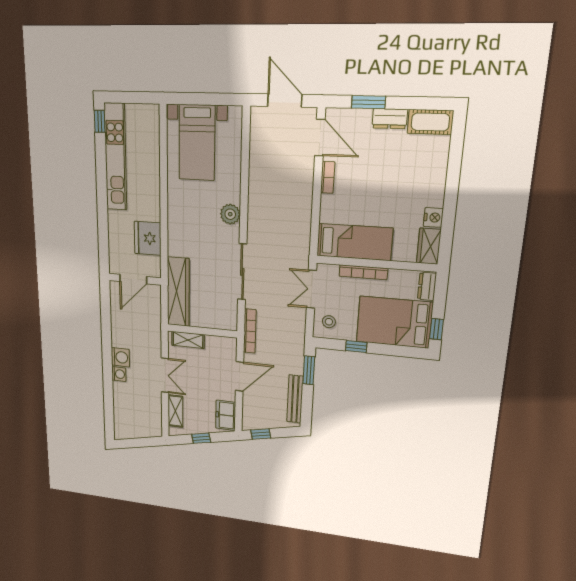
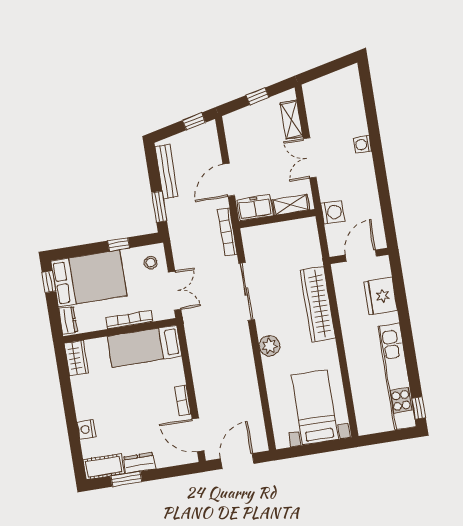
door: (285, 101) -> (237, 461), swing flipped
window: (368, 102) -> (126, 479), moved
nightstand: (433, 217) -> (86, 429), moved
fridge: (148, 238) -> (381, 296), moved, turned 180
wardrobe: (178, 292) -> (318, 304), moved
washing machine: (120, 357) -> (333, 212), moved, turned 180
freezer: (226, 415) -> (255, 208), moved, turned -90

